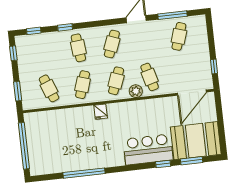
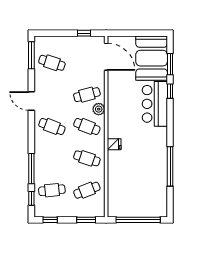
window: (172, 15) -> (31, 55), moved
window: (65, 27) -> (31, 169), width x2.17
cafe table: (78, 48) -> (52, 190), moved

